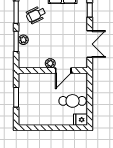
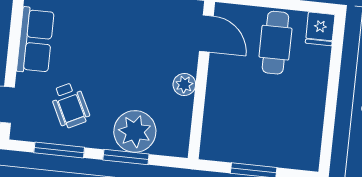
plant: (23, 40) -> (135, 131), width x1.88, depth x1.88
door: (63, 71) -> (206, 34), moved

